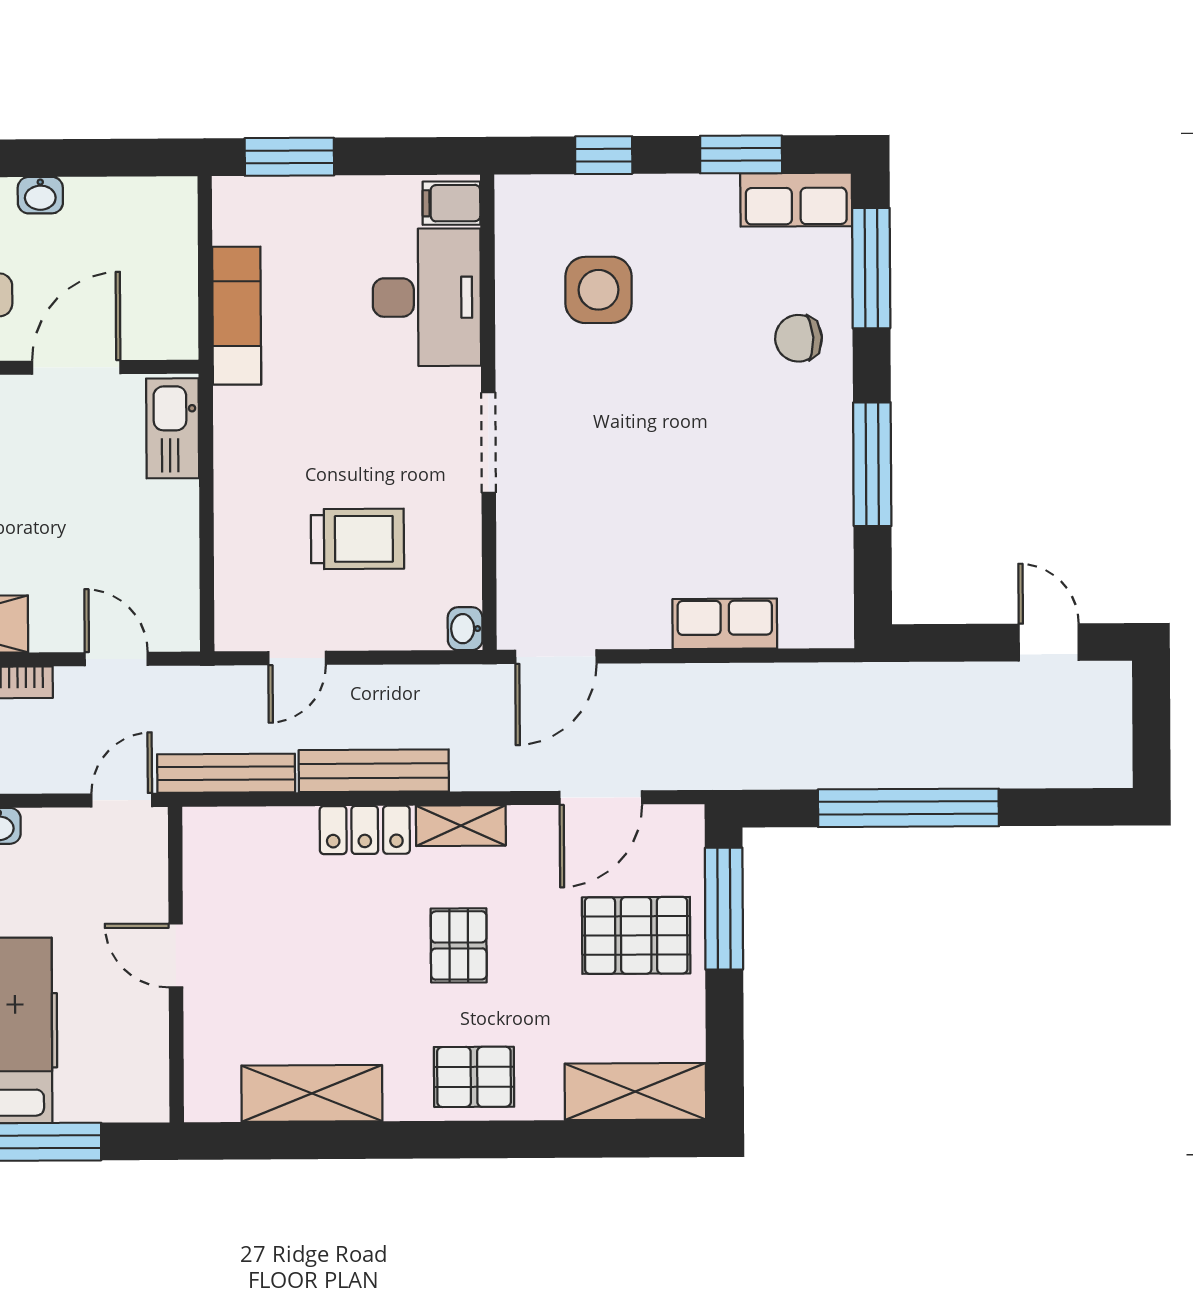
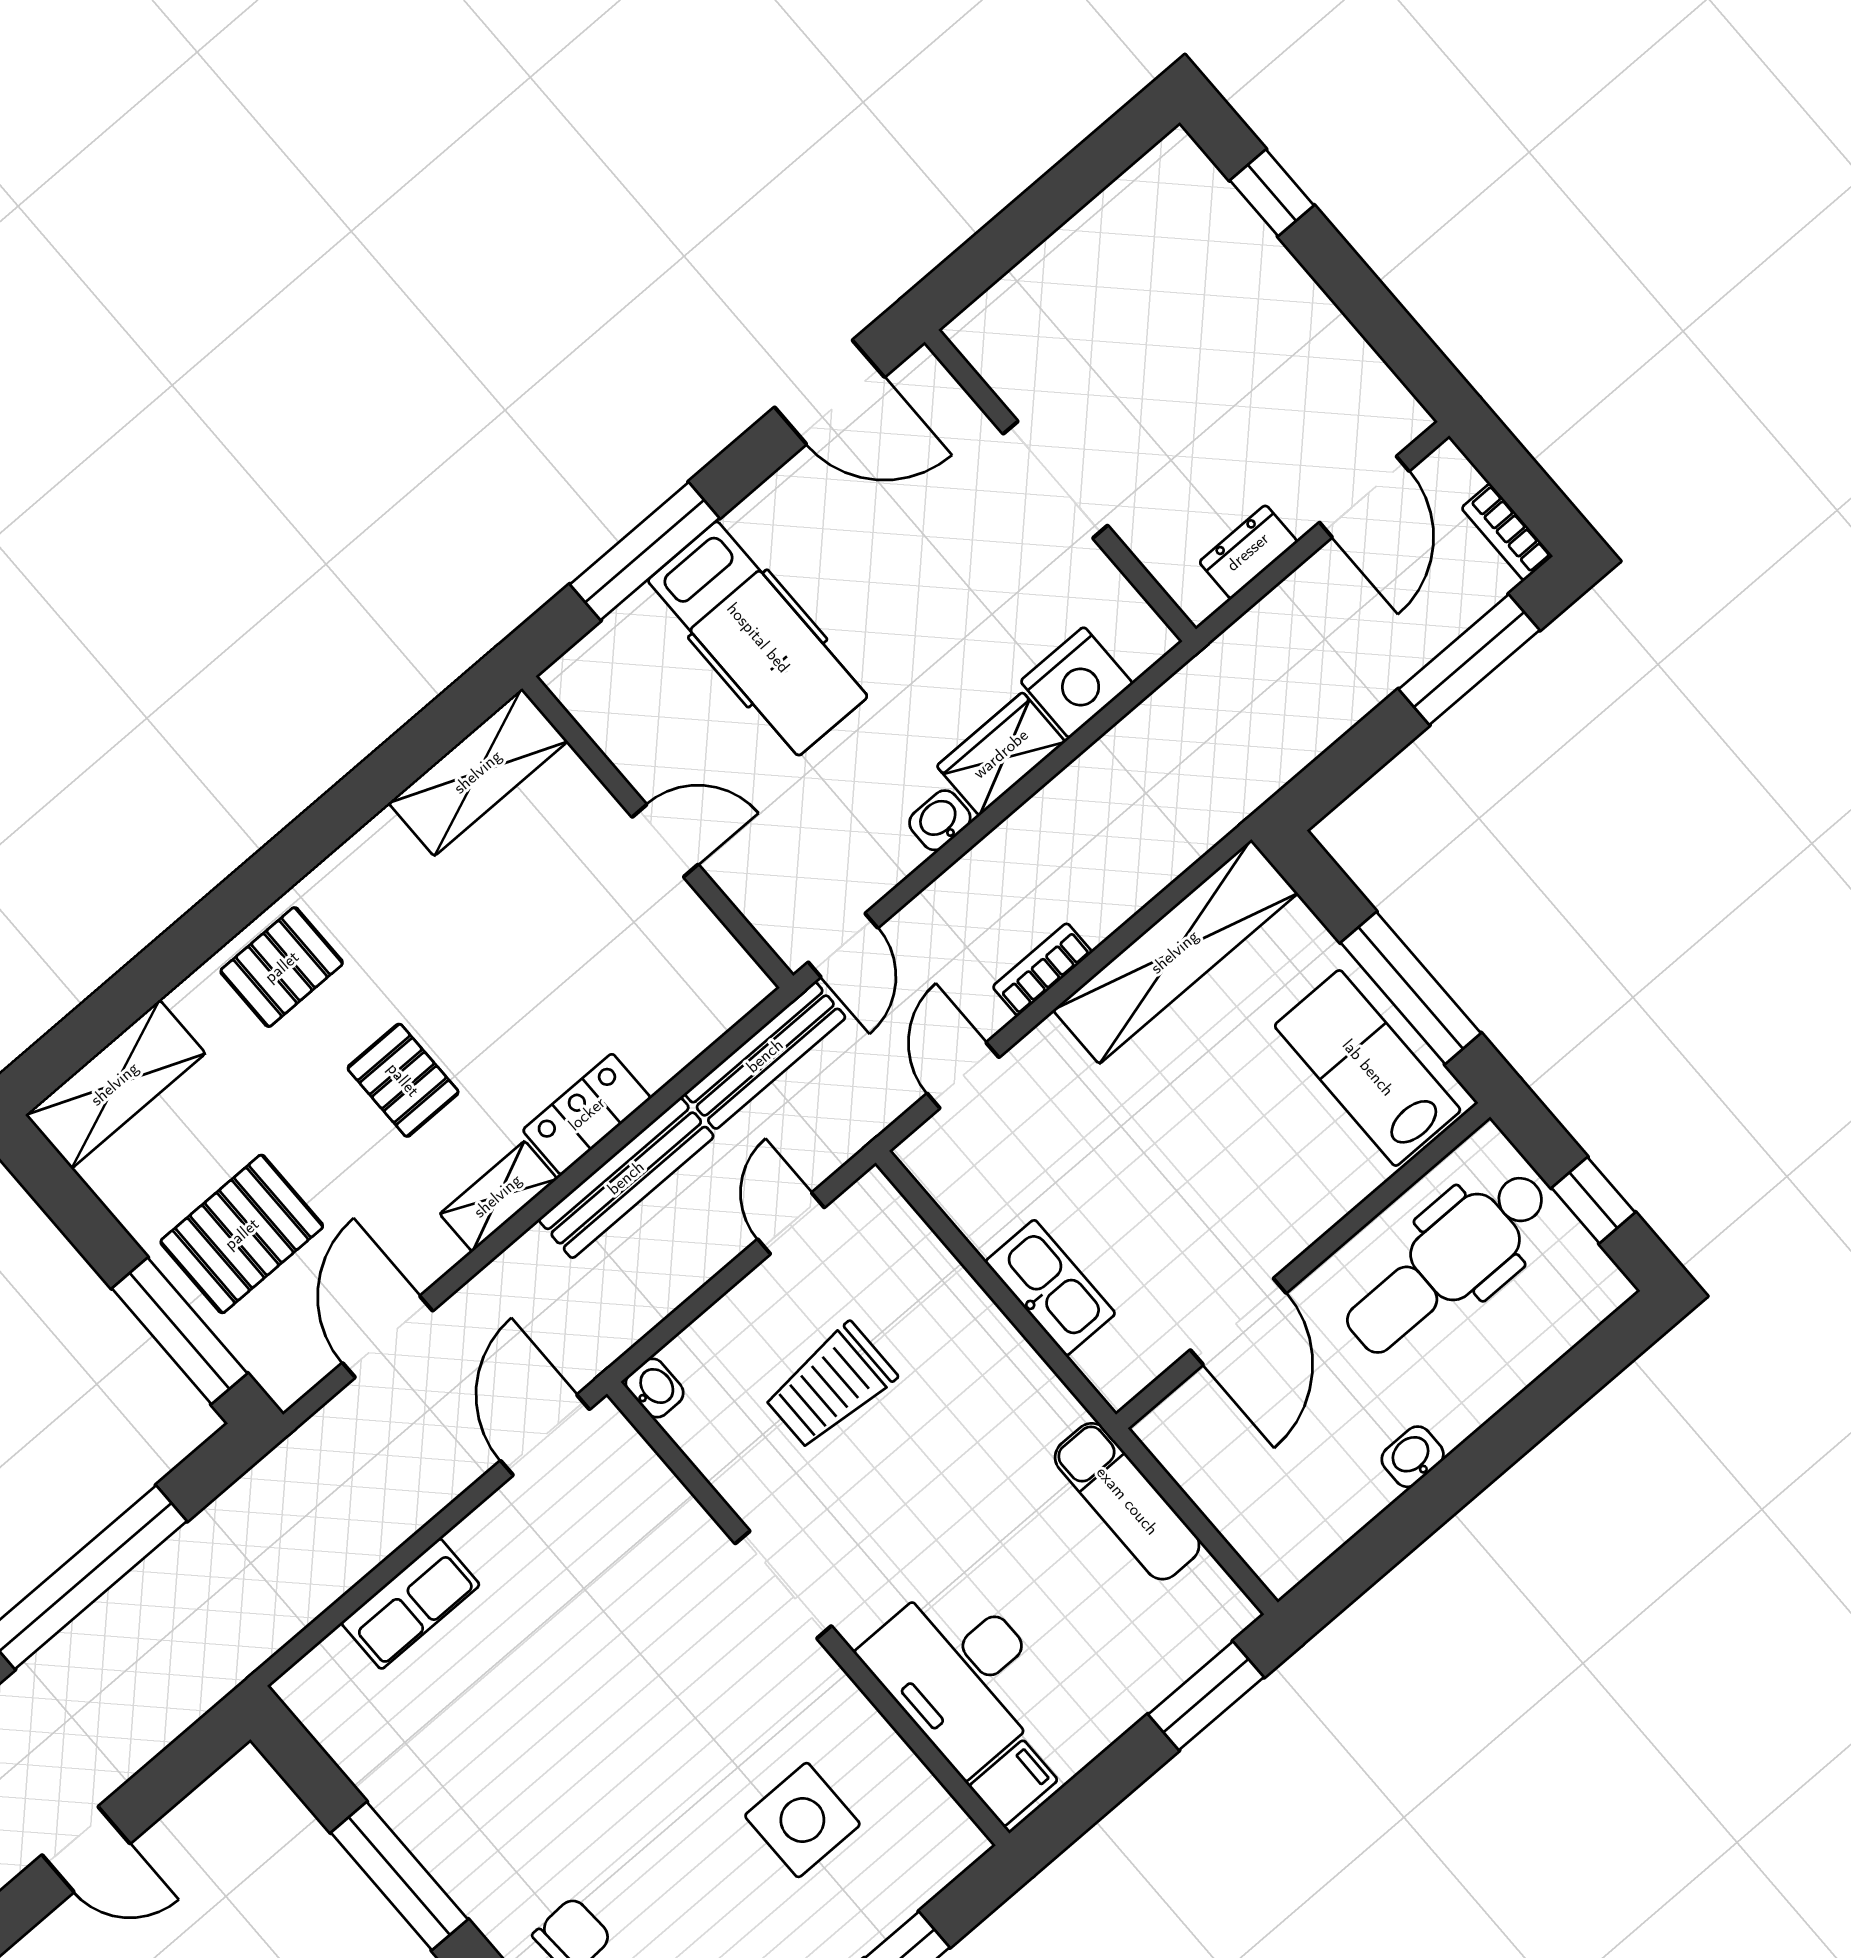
kitchen sink: (173, 428) -> (1050, 1288), moved
door: (116, 659) -> (963, 1075), swing flipped
shelving: (312, 1093) -> (478, 772), moved

